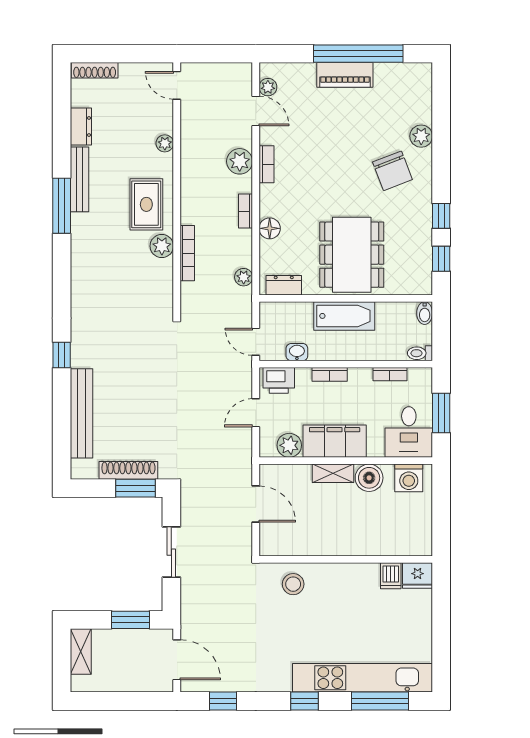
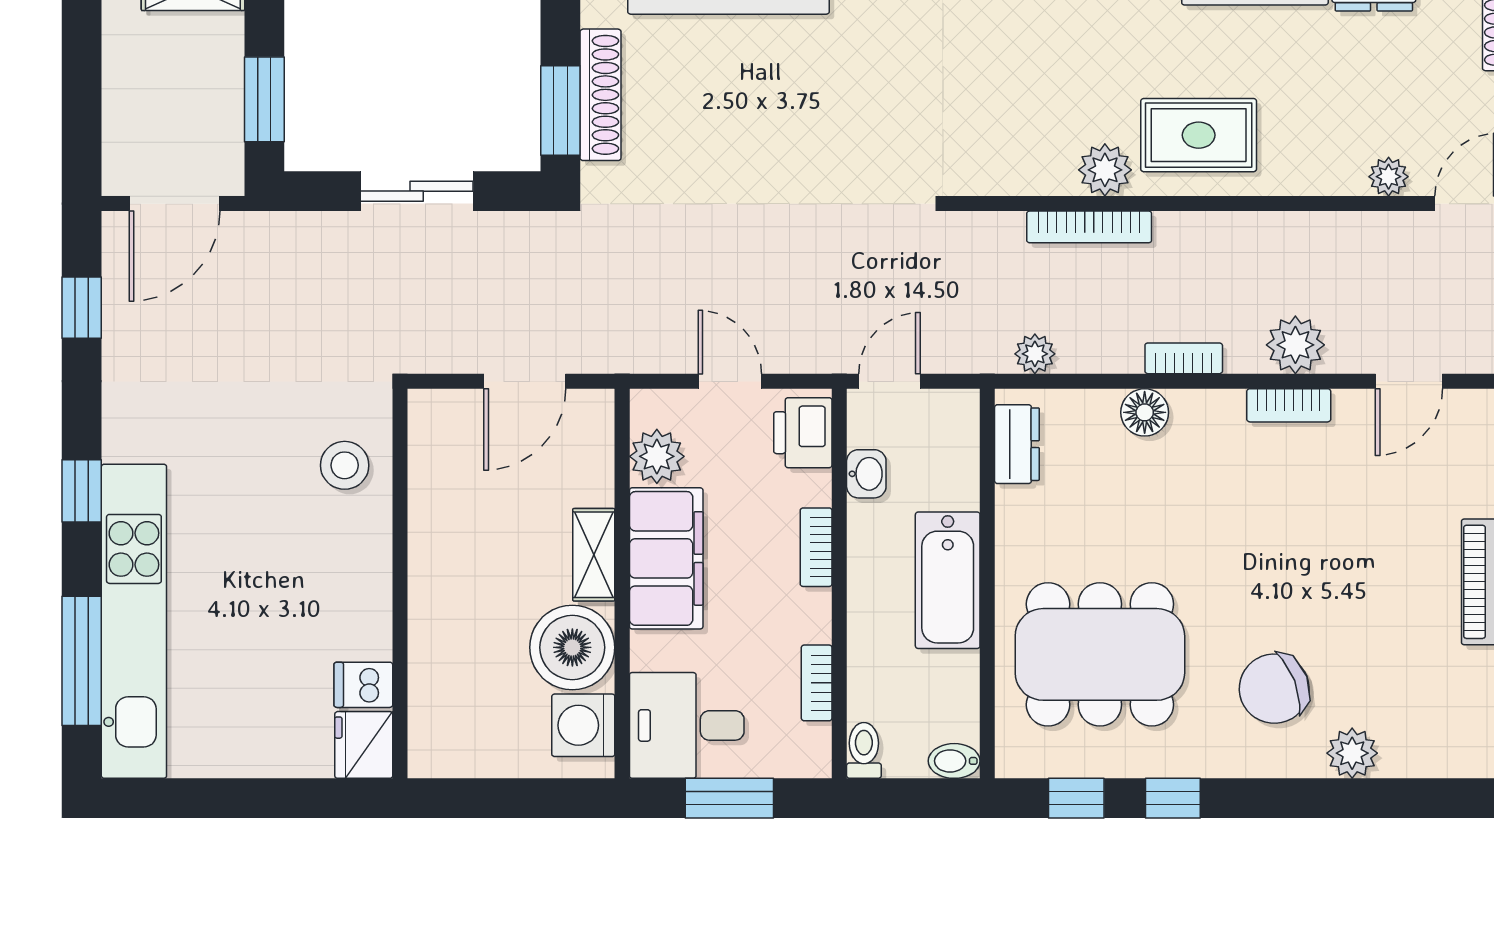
plant: (268, 87) -> (1462, 408), removed
plant: (165, 143) -> (1389, 177), moved
dining table: (352, 255) -> (1100, 654), moved
boiler: (369, 478) -> (572, 647), width x1.37, depth x1.37

